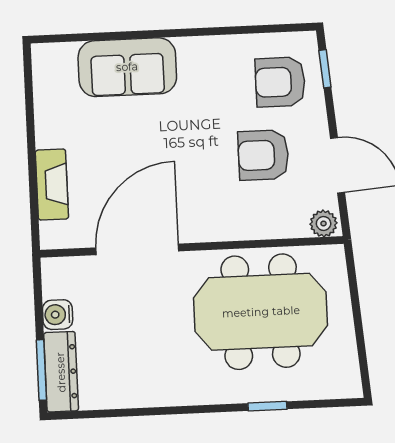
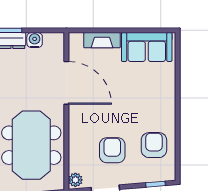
sofa: (127, 67) -> (147, 47), moved, turned -90
armchair: (280, 82) -> (154, 145), moved

